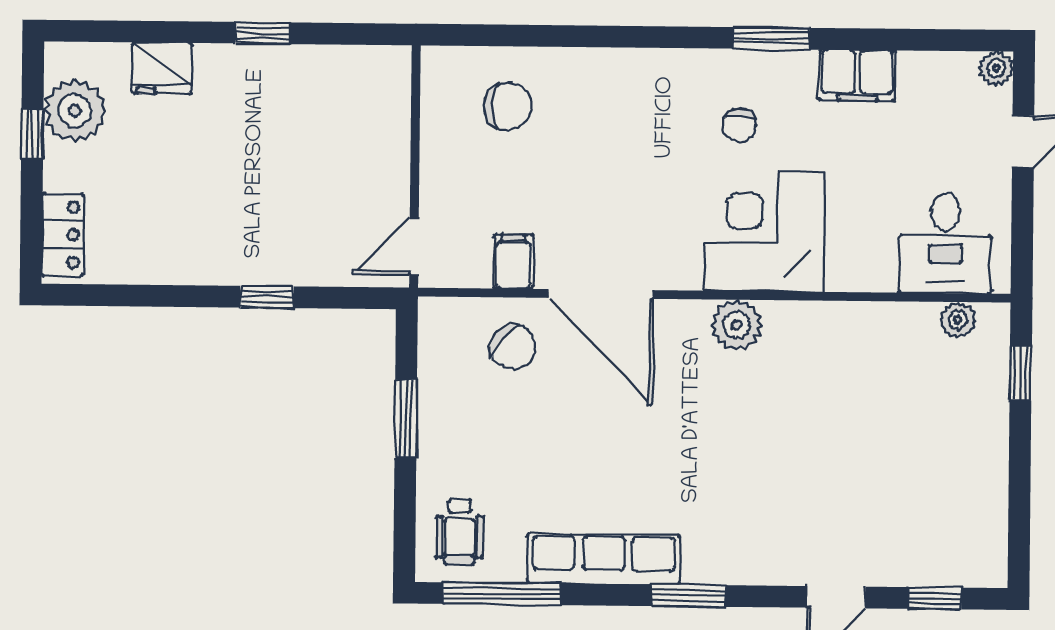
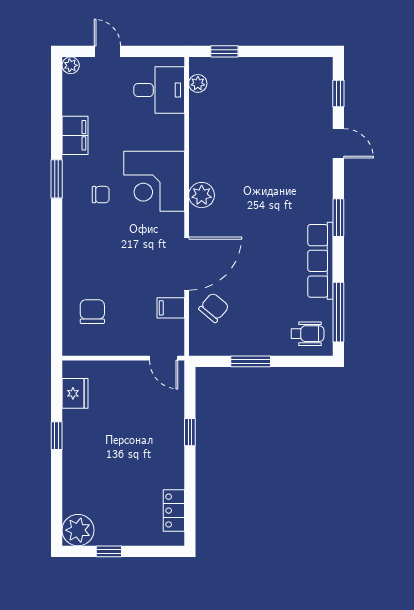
fridge: (162, 68) -> (75, 393), moved
plant: (75, 111) -> (78, 530), moved
locker: (63, 235) -> (174, 511), moved, turned -90

